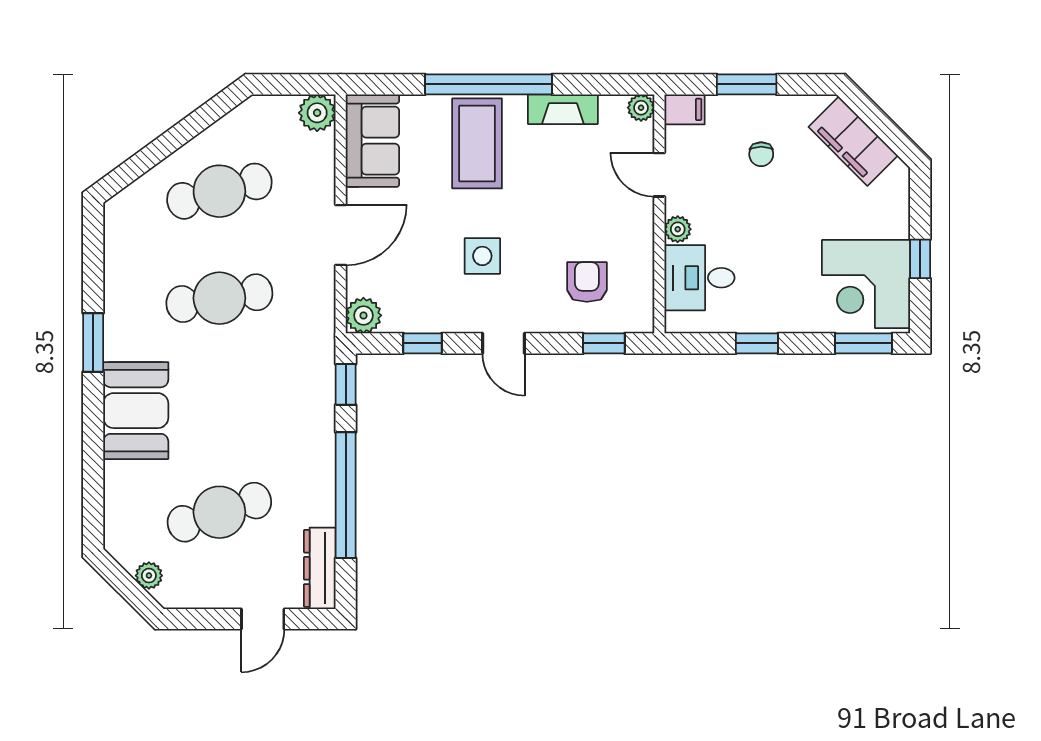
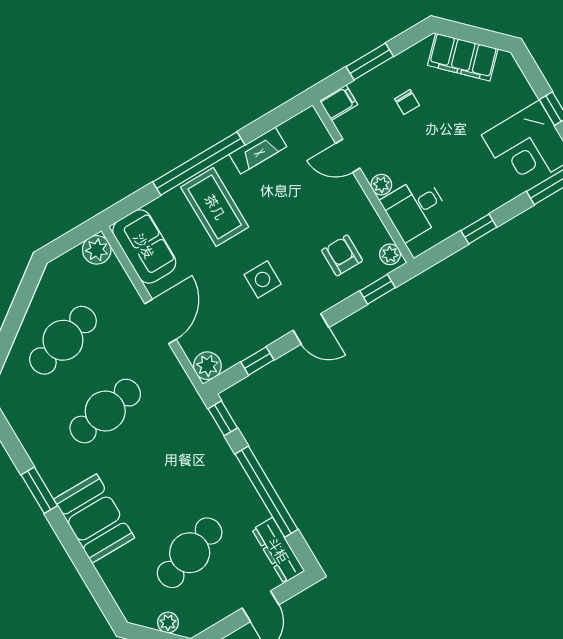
plant: (641, 108) -> (390, 254), moved

